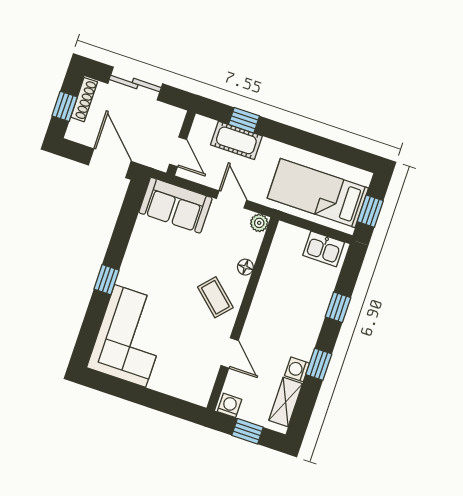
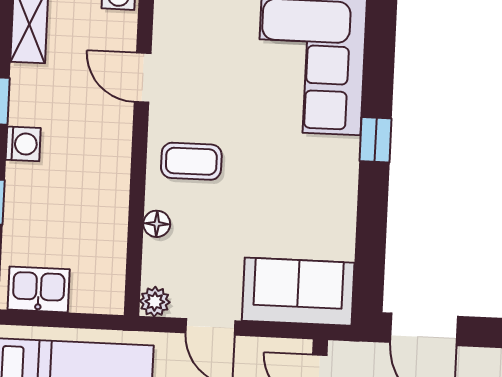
coffee table: (215, 297) -> (191, 161), turned -42
washing machine: (297, 369) -> (23, 144), moved

